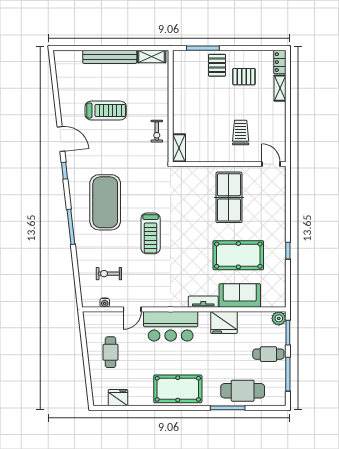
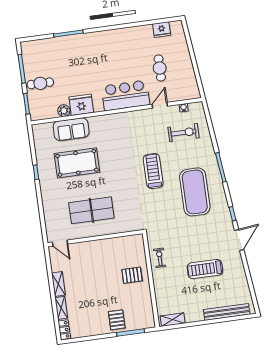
bench: (110, 57) -> (227, 312), moved
pallet: (244, 77) -> (132, 275), moved
trolley: (241, 133) -> (89, 266), removed
door: (61, 139) -> (239, 240), swing flipped
shelving: (179, 148) -> (58, 284), moved
table tennis table: (229, 197) -> (91, 210), turned 90
exercise bike: (109, 274) -> (184, 133), width x1.38, depth x1.39
tv unit: (203, 302) -> (101, 120), removed
plant: (279, 318) -> (64, 111), moved
cafe table: (110, 352) -> (160, 68), moved
pool table: (178, 389) -> (112, 44), removed
cafe table: (243, 391) -> (58, 50), removed

